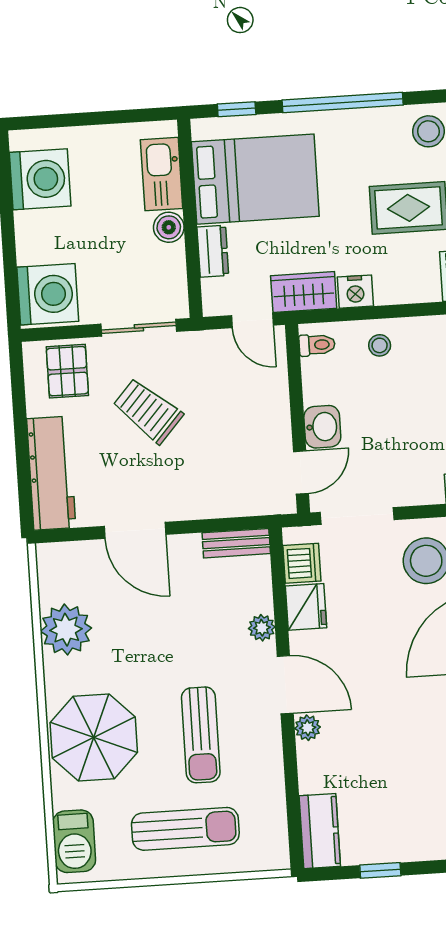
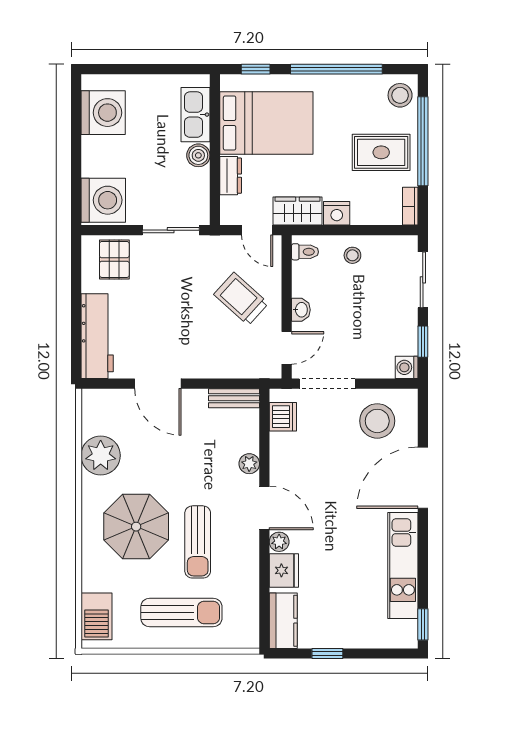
trolley: (148, 411) -> (241, 299), moved
washbasin: (322, 427) -> (301, 310), width x0.72, depth x0.69
fridge: (306, 607) -> (284, 570), moved
parasol: (94, 738) -> (136, 527), moved

